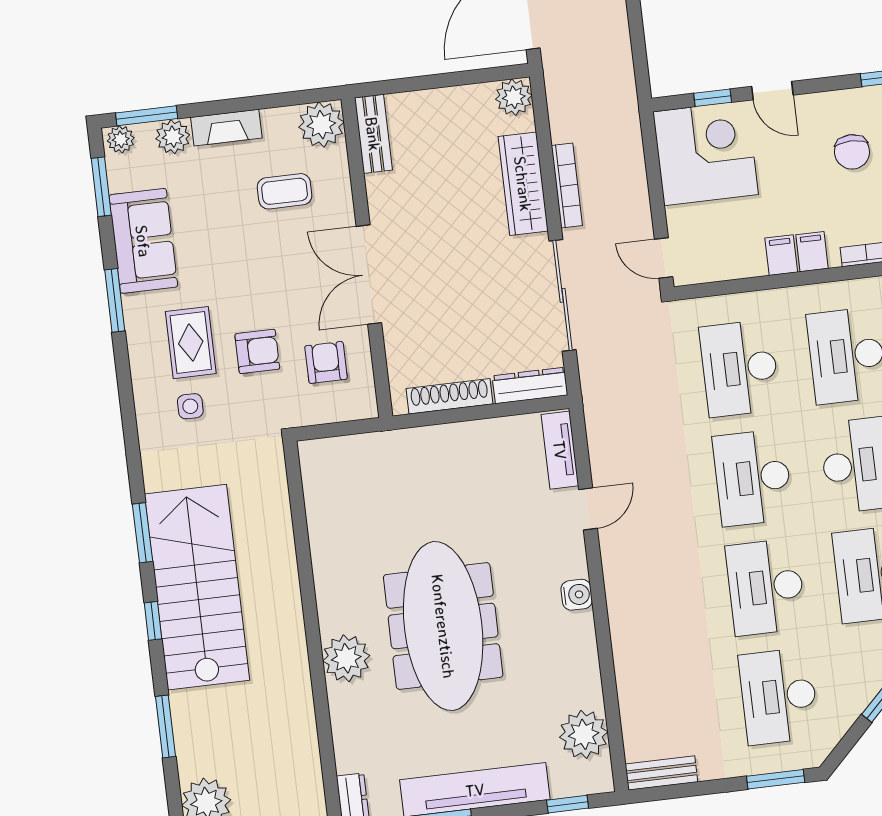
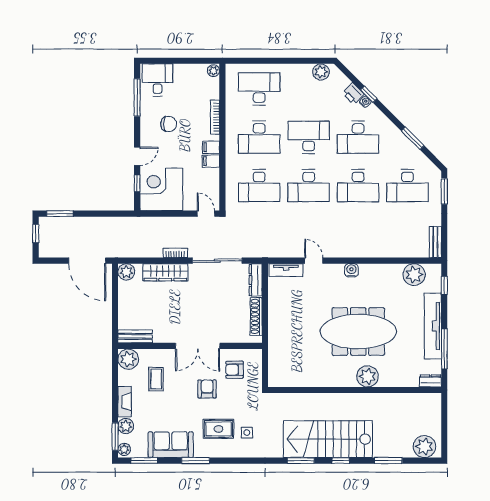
bookcase: (567, 185) -> (175, 253), width x0.64
door: (664, 258) -> (206, 214), swing flipped
armchair: (257, 351) -> (207, 389), moved

